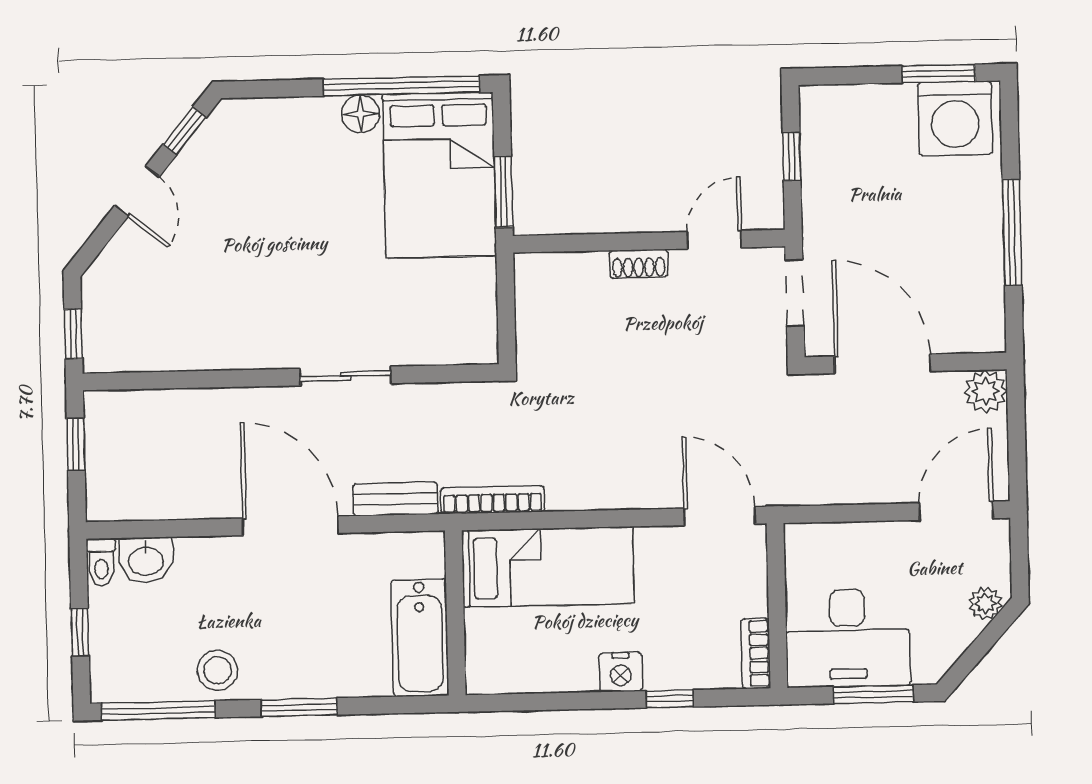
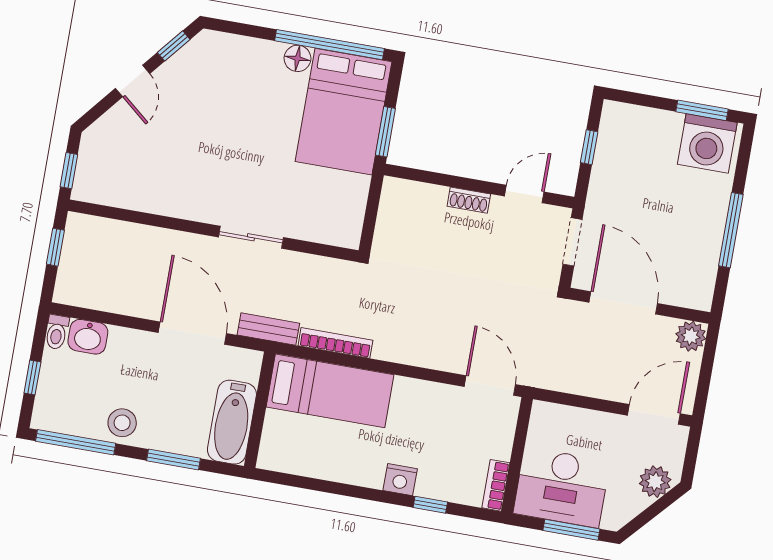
bed: (548, 567) -> (330, 391), moved
plant: (985, 603) -> (655, 482), width x1.38, depth x1.38
wall: (455, 613) -> (260, 410), moved
bathtub: (420, 638) -> (232, 422), moved

